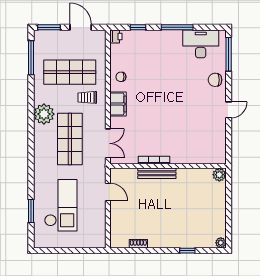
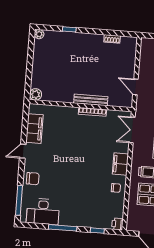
filing cabinet: (218, 136) -> (34, 129), added

